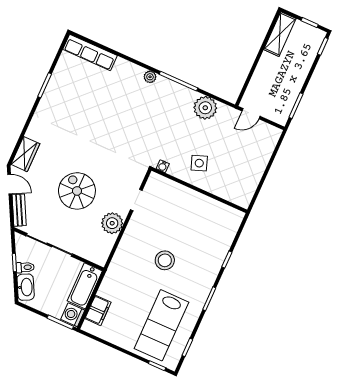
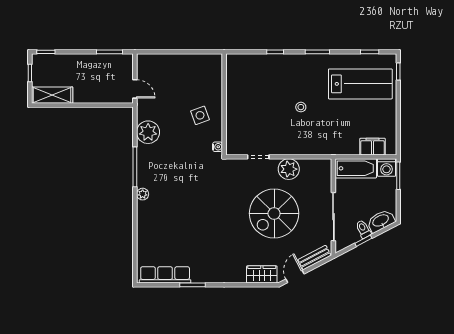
row of seats: (90, 52) -> (165, 275), moved, turned -90
spiral stairs: (77, 191) -> (274, 213), width x1.37, depth x1.37
stool: (165, 260) -> (301, 107), width x0.53, depth x0.53

